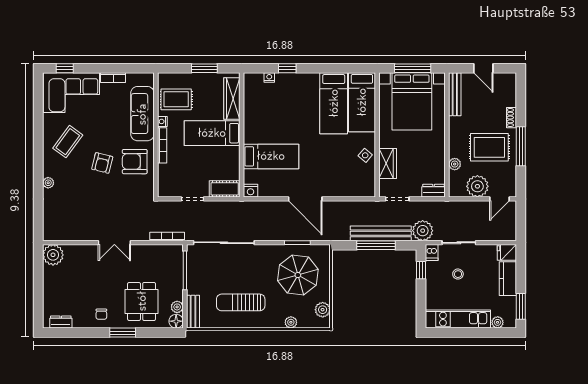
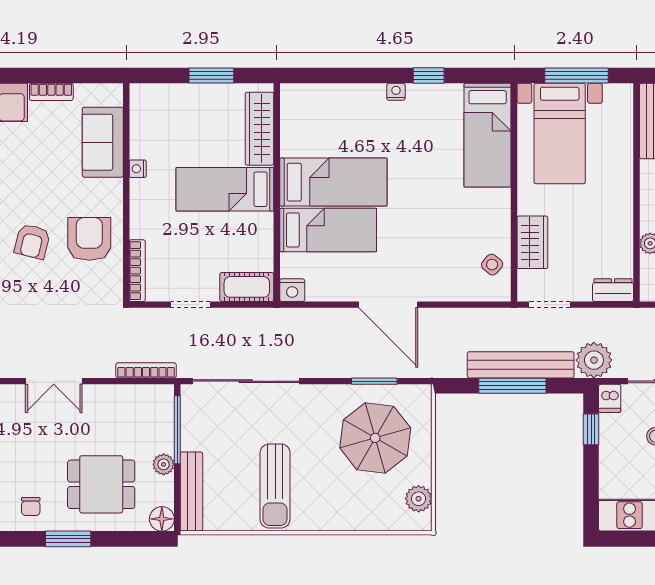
window: (287, 68) -> (429, 76), moved
nightstand: (269, 78) -> (396, 92), moved
rug: (176, 99) -> (162, 130), removed
bed with nightstands: (412, 101) -> (560, 134), width x0.73
bed: (334, 103) -> (333, 182), moved, turned -90
sofa: (142, 114) -> (103, 142), width x0.73
bookcase: (162, 145) -> (137, 271), moved
side table: (365, 155) -> (492, 265), moved
armchair: (135, 162) -> (89, 239), turned 90
dining table: (142, 301) -> (101, 484), turned 90
sun lounger: (241, 302) -> (275, 486), turned -90
plant: (177, 307) -> (164, 464), moved
bench: (193, 312) -> (191, 491), width x1.36
plant: (291, 322) -> (363, 521), removed

